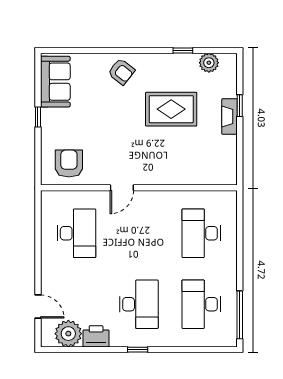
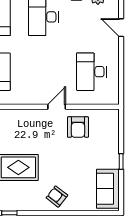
armchair: (69, 164) -> (78, 127), moved
door: (38, 307) -> (121, 28), moved

